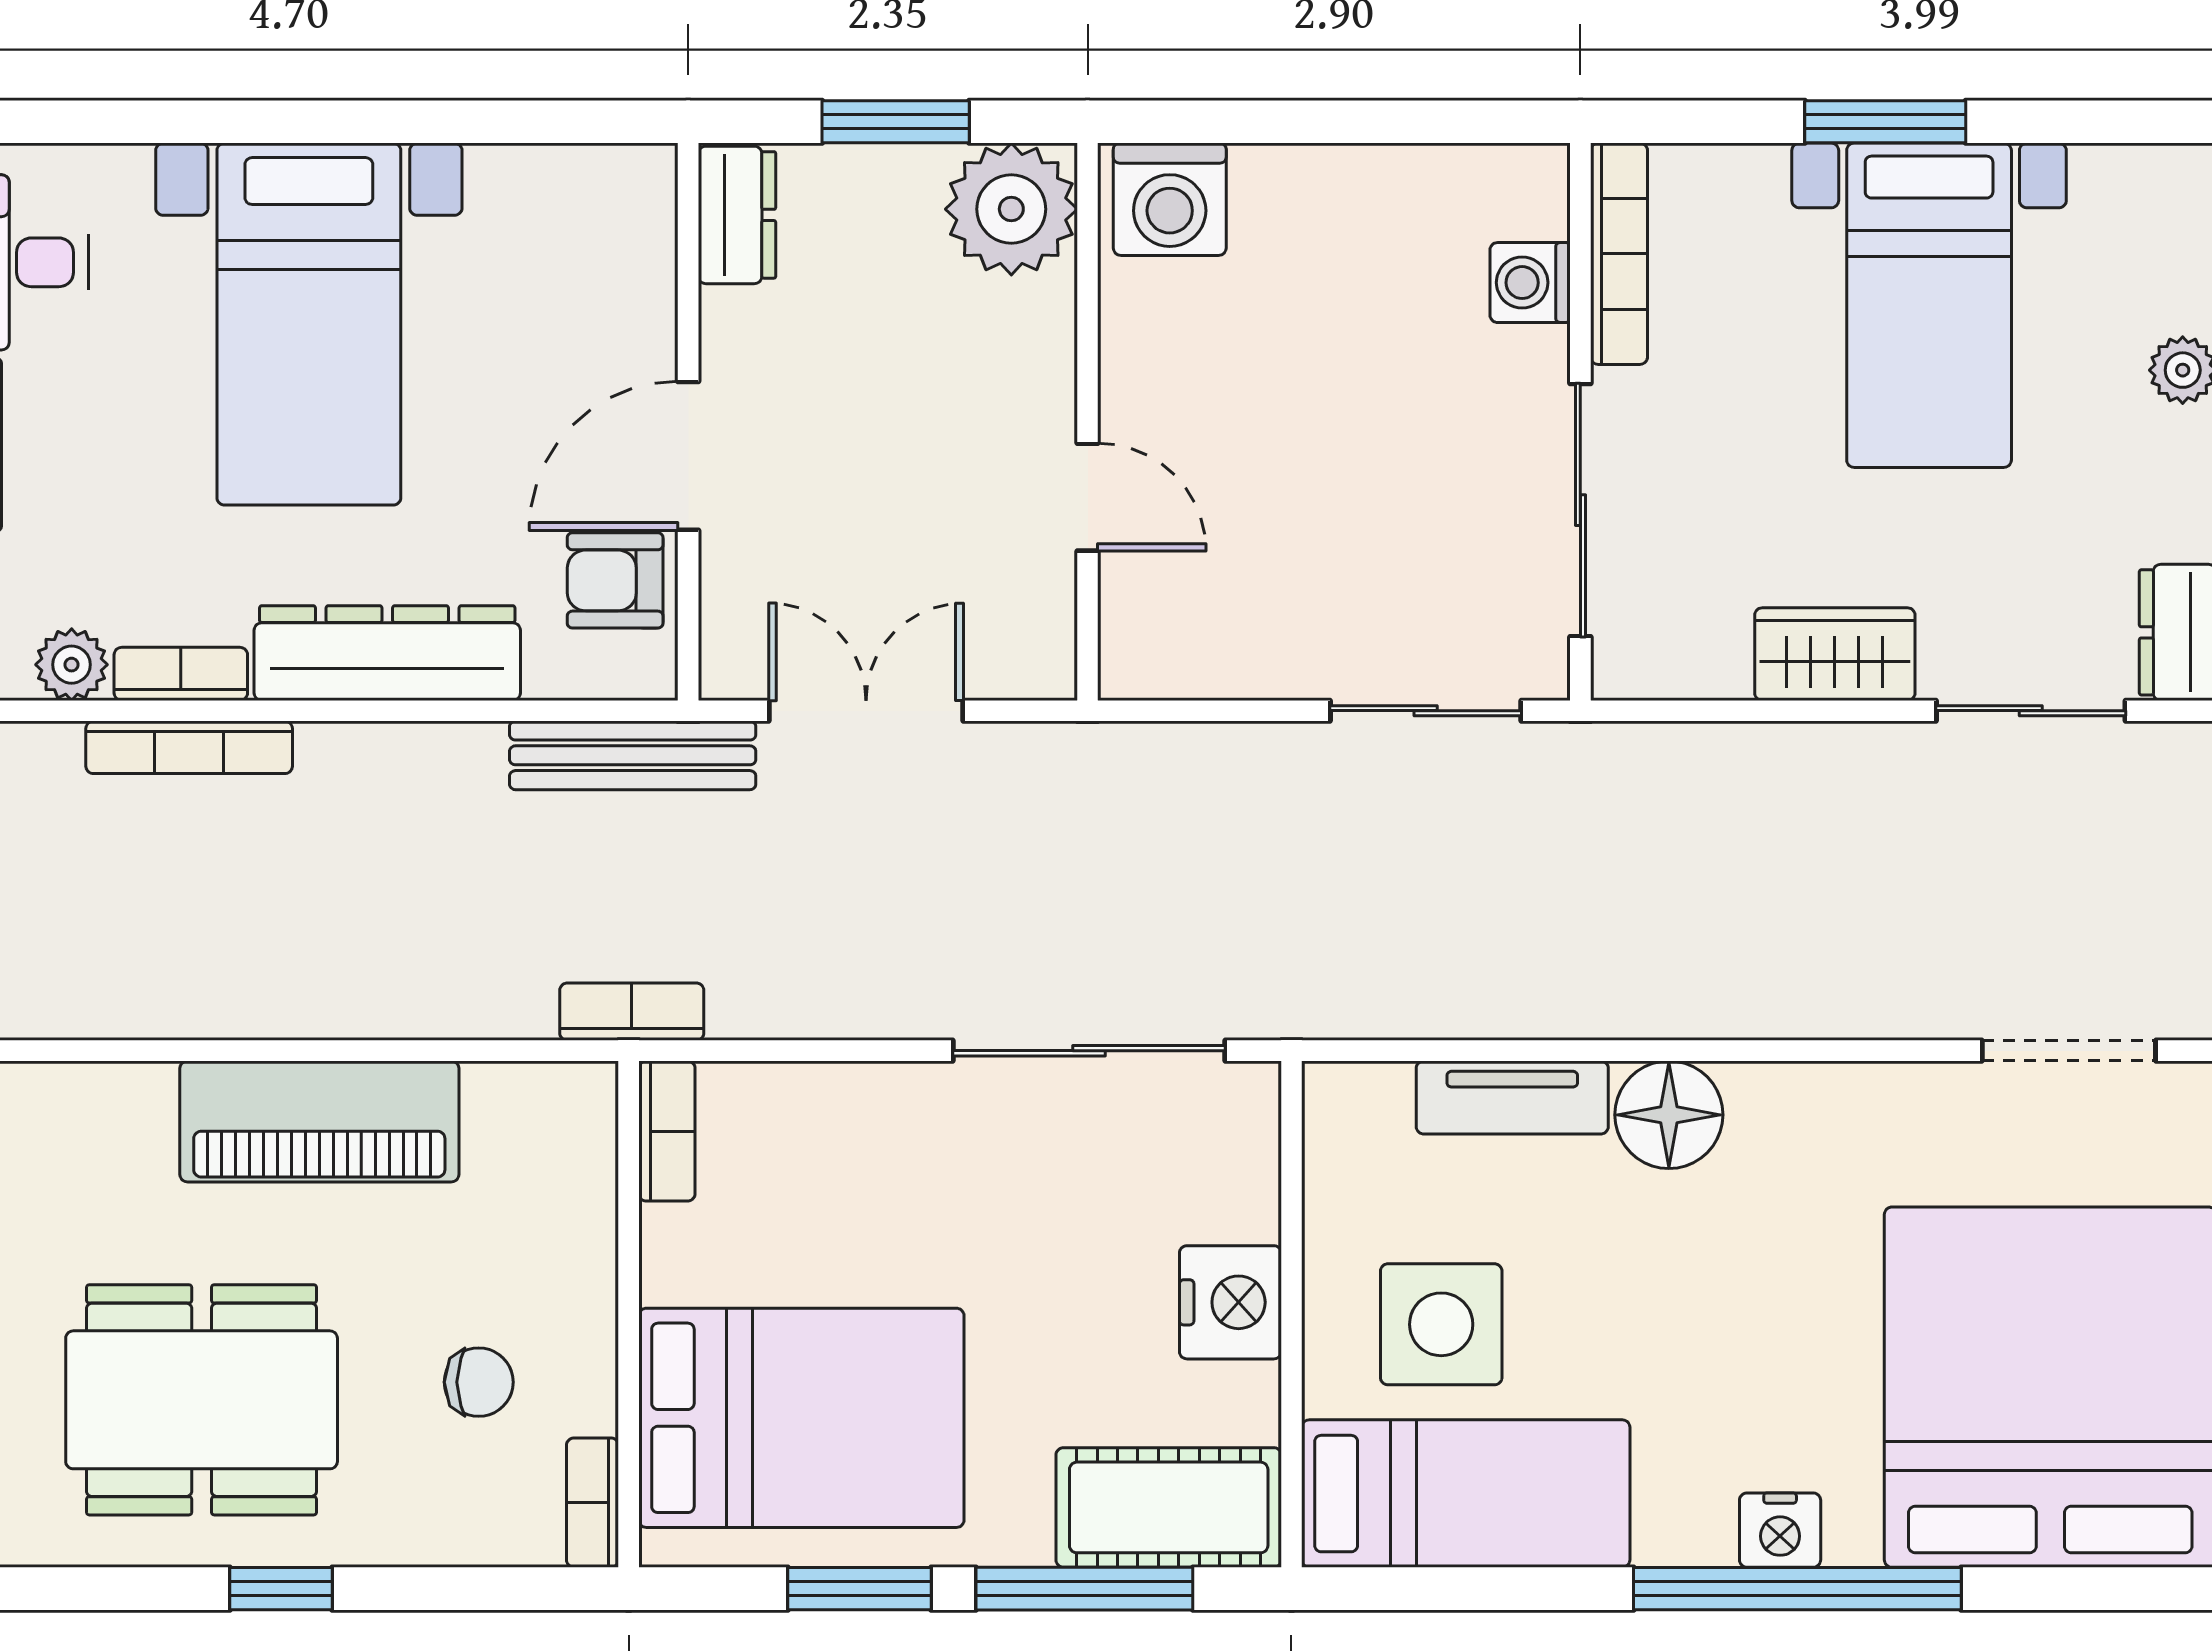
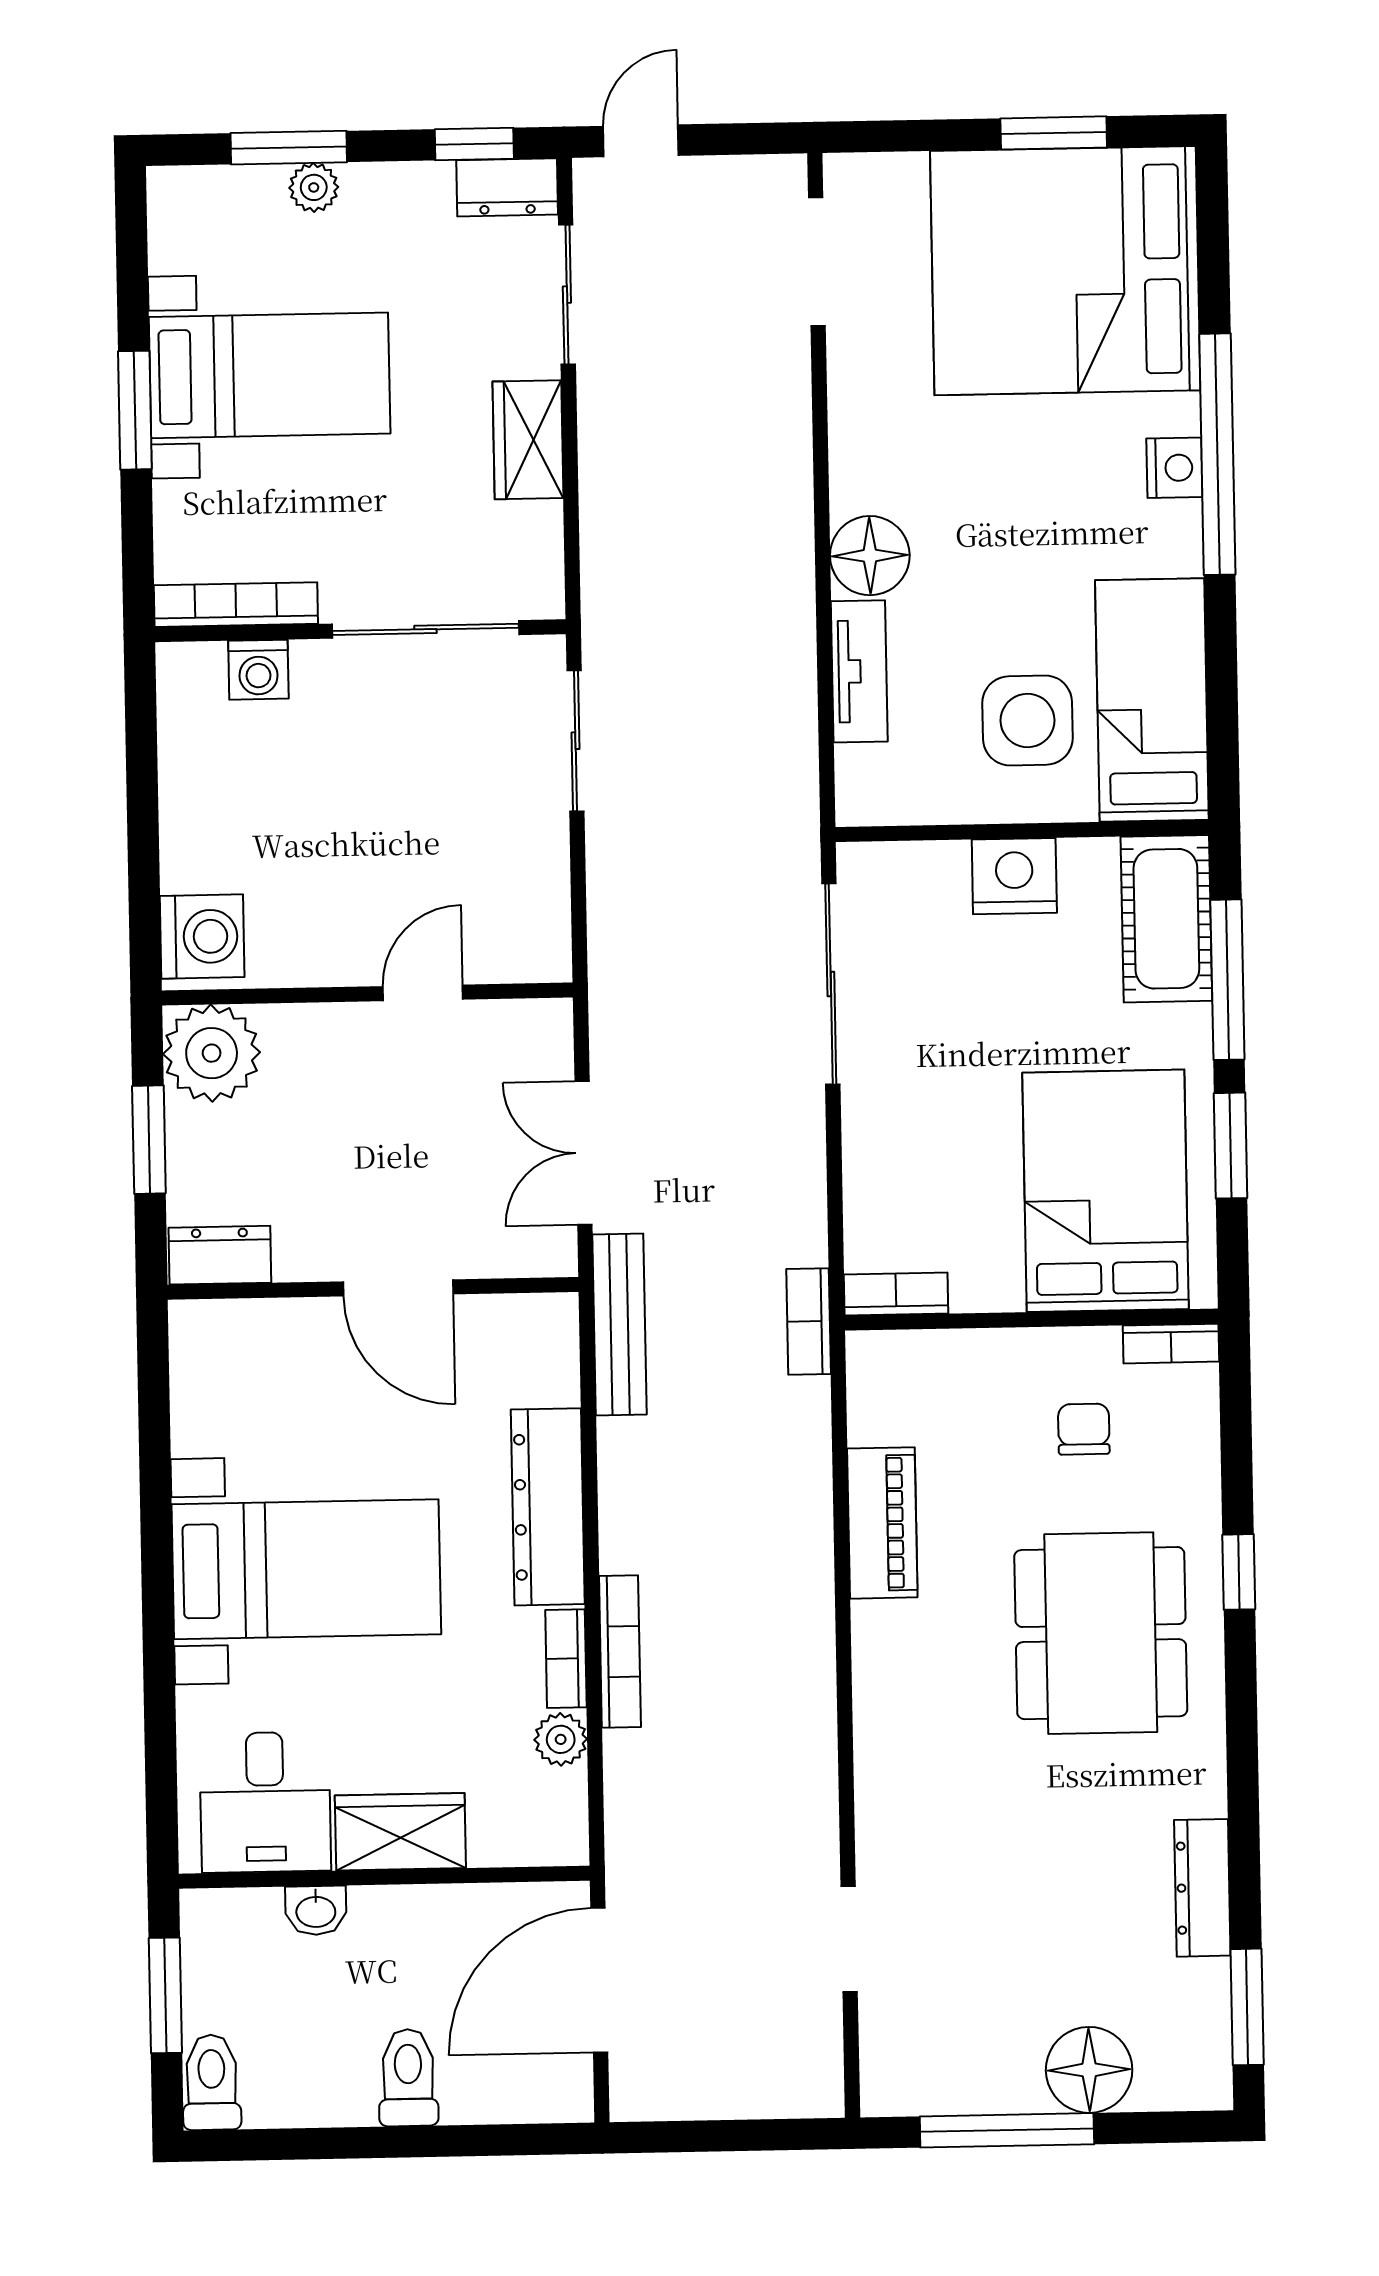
armchair: (615, 580) -> (491, 1340), removed
piano: (319, 1121) -> (882, 1523), width x0.73, depth x0.75

